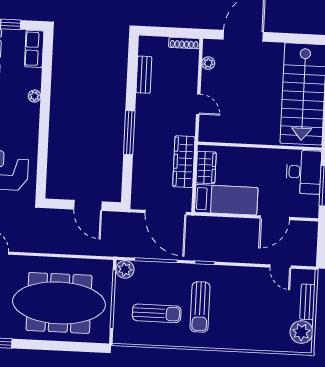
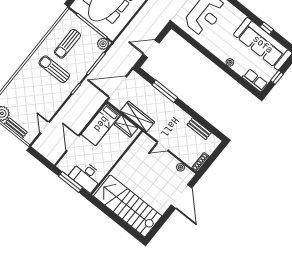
window: (129, 133) -> (165, 91), moved
door: (280, 266) -> (45, 127), hinge flipped

